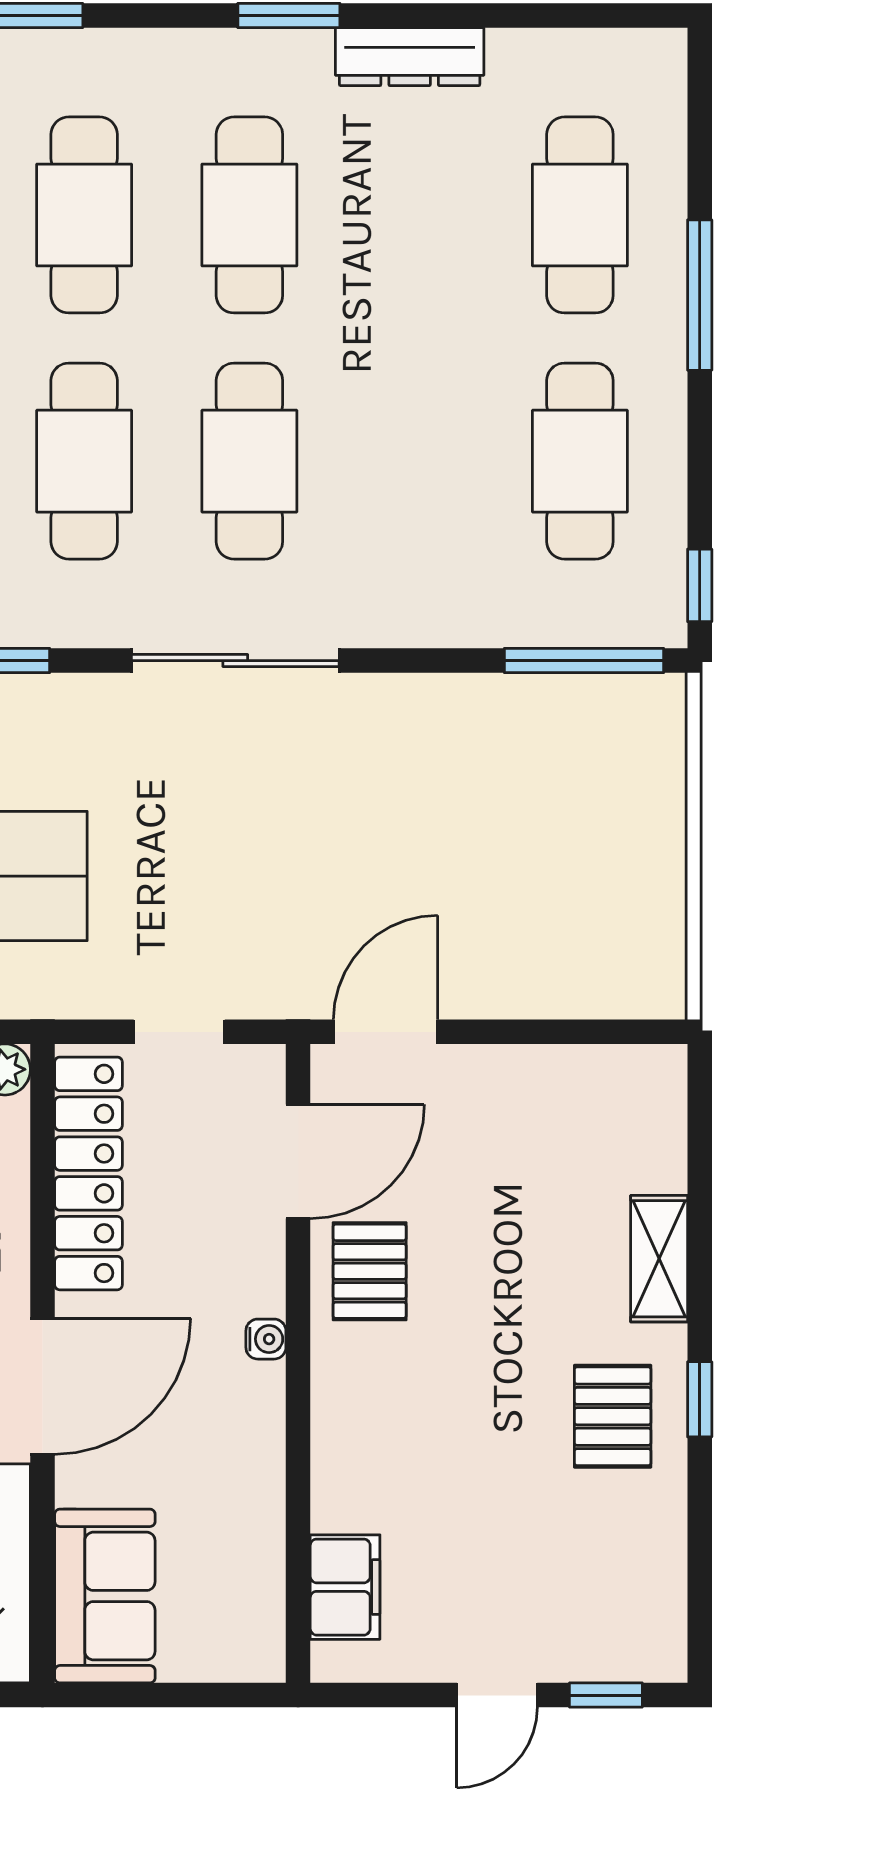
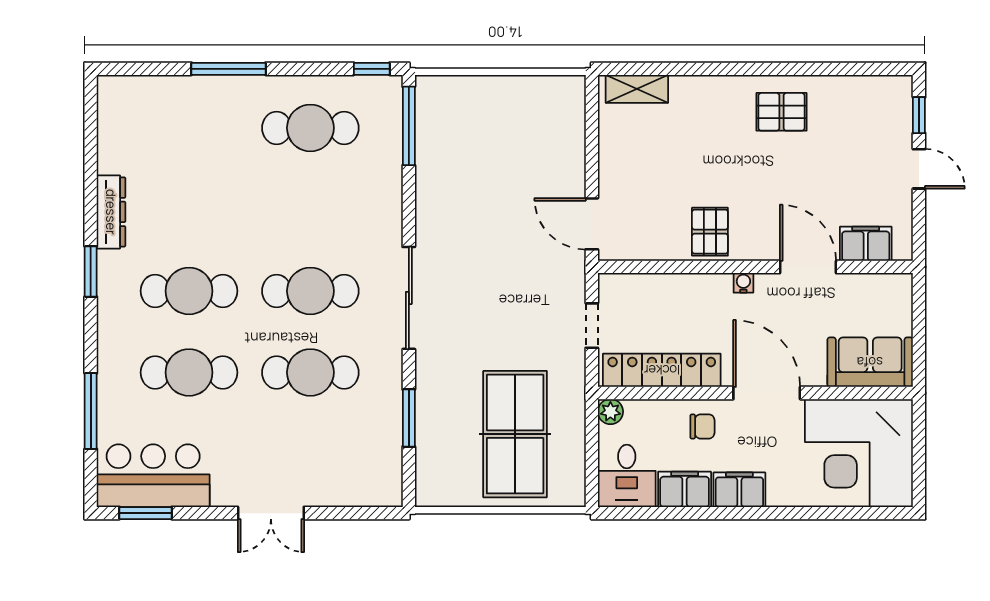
cafe table: (580, 215) -> (189, 128), removed
door: (298, 1162) -> (808, 267), moved
shelving: (659, 1259) -> (637, 89), moved
pallet: (370, 1271) -> (710, 232), turned 90
window: (700, 1399) -> (773, 69), removed

